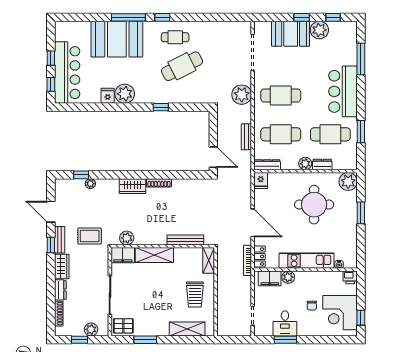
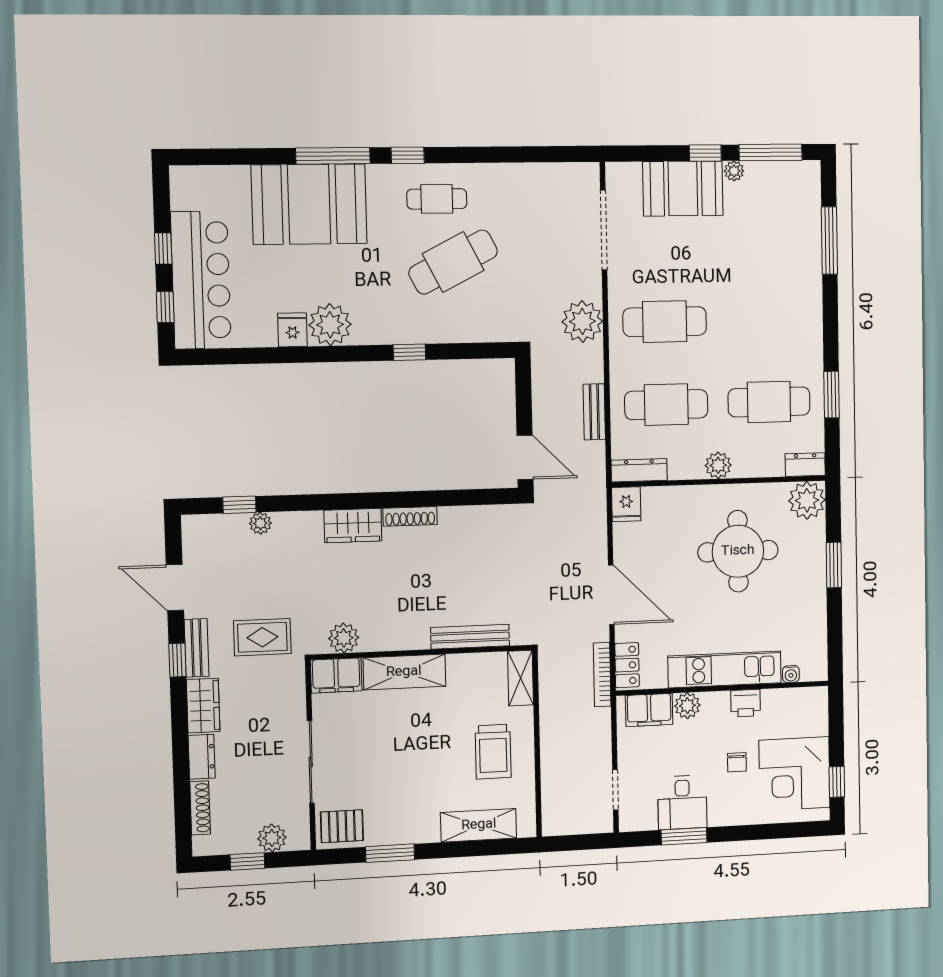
window: (333, 17) -> (771, 152), width x2.17
plant: (319, 30) -> (734, 171), width x0.53, depth x0.53
bar counter: (343, 91) -> (794, 310), removed
dresser: (322, 164) -> (805, 465), moved
printer: (350, 277) -> (746, 703), moved

